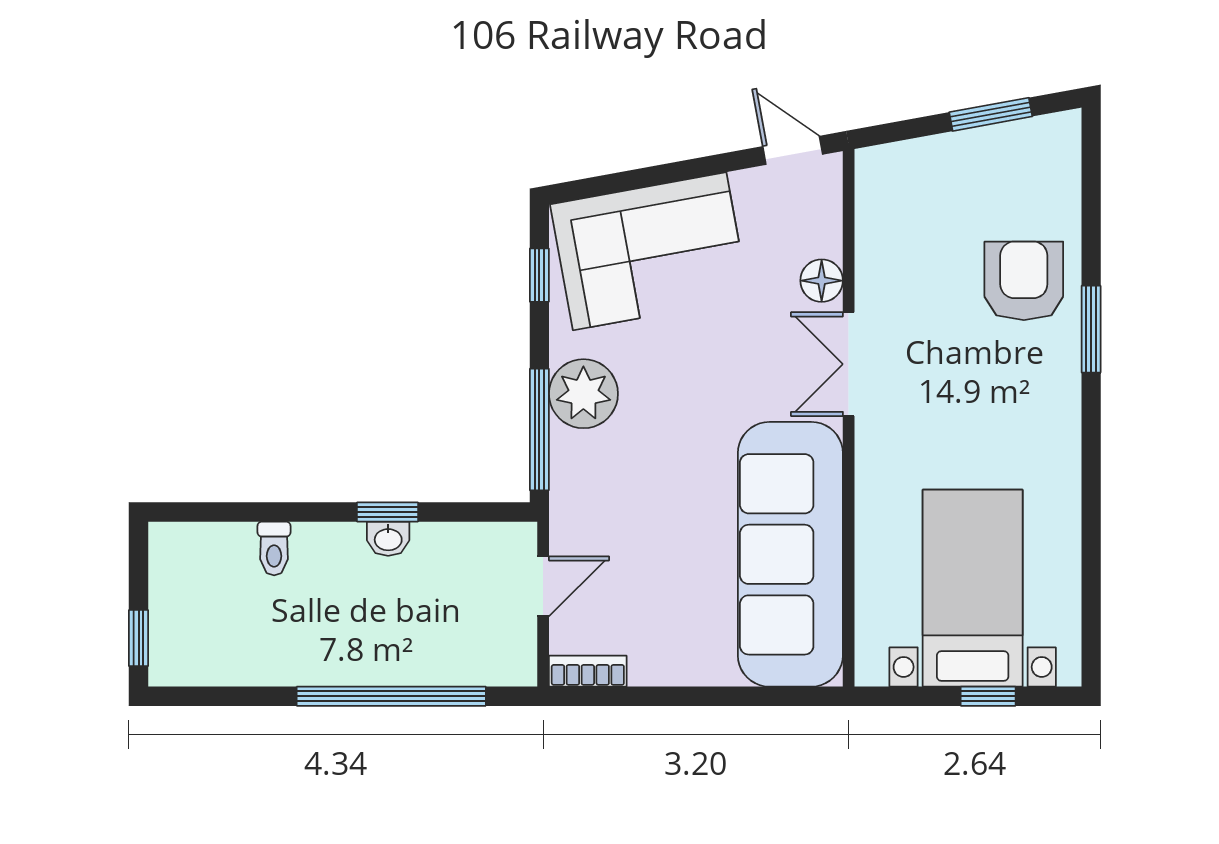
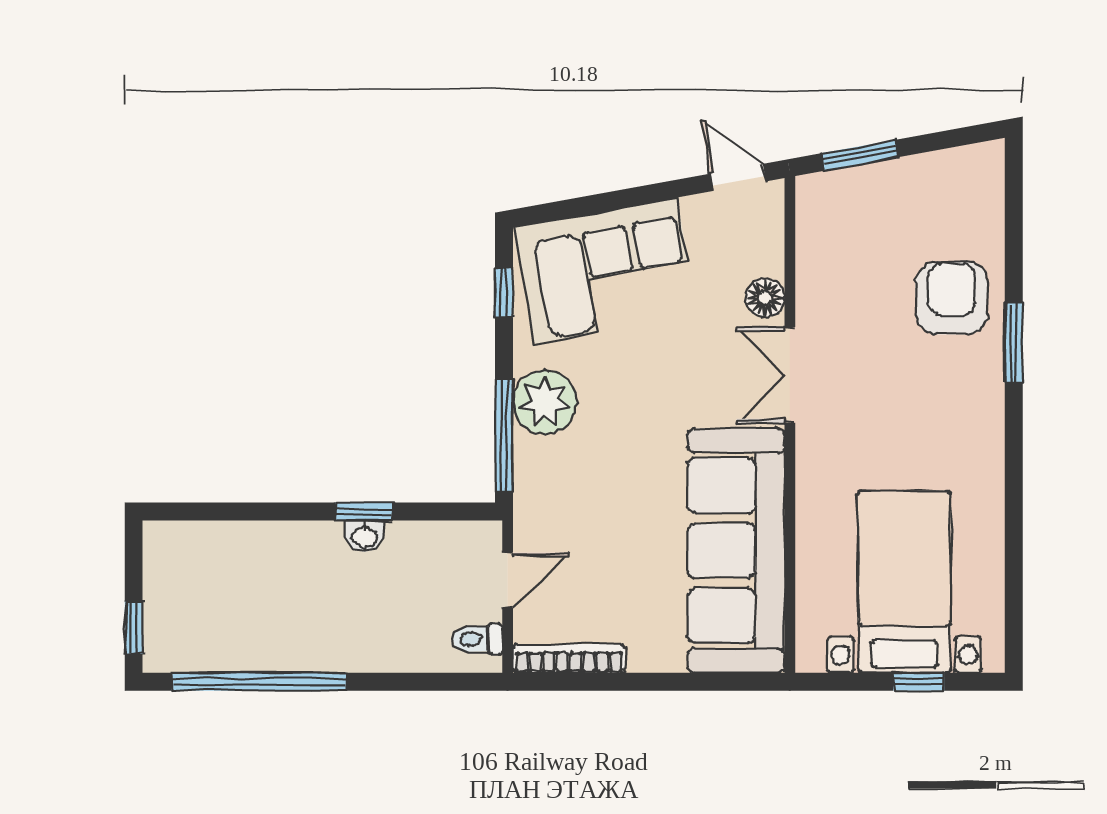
window: (991, 114) -> (860, 155), moved
toilet: (274, 548) -> (477, 639), moved, turned 90
bookcase: (588, 671) -> (569, 659), width x1.56
window: (391, 696) -> (259, 682), moved

